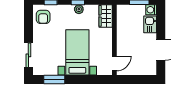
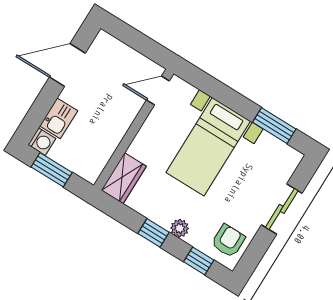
plant: (79, 9) -> (180, 228), moved
sliding door: (28, 55) -> (282, 209), moved

